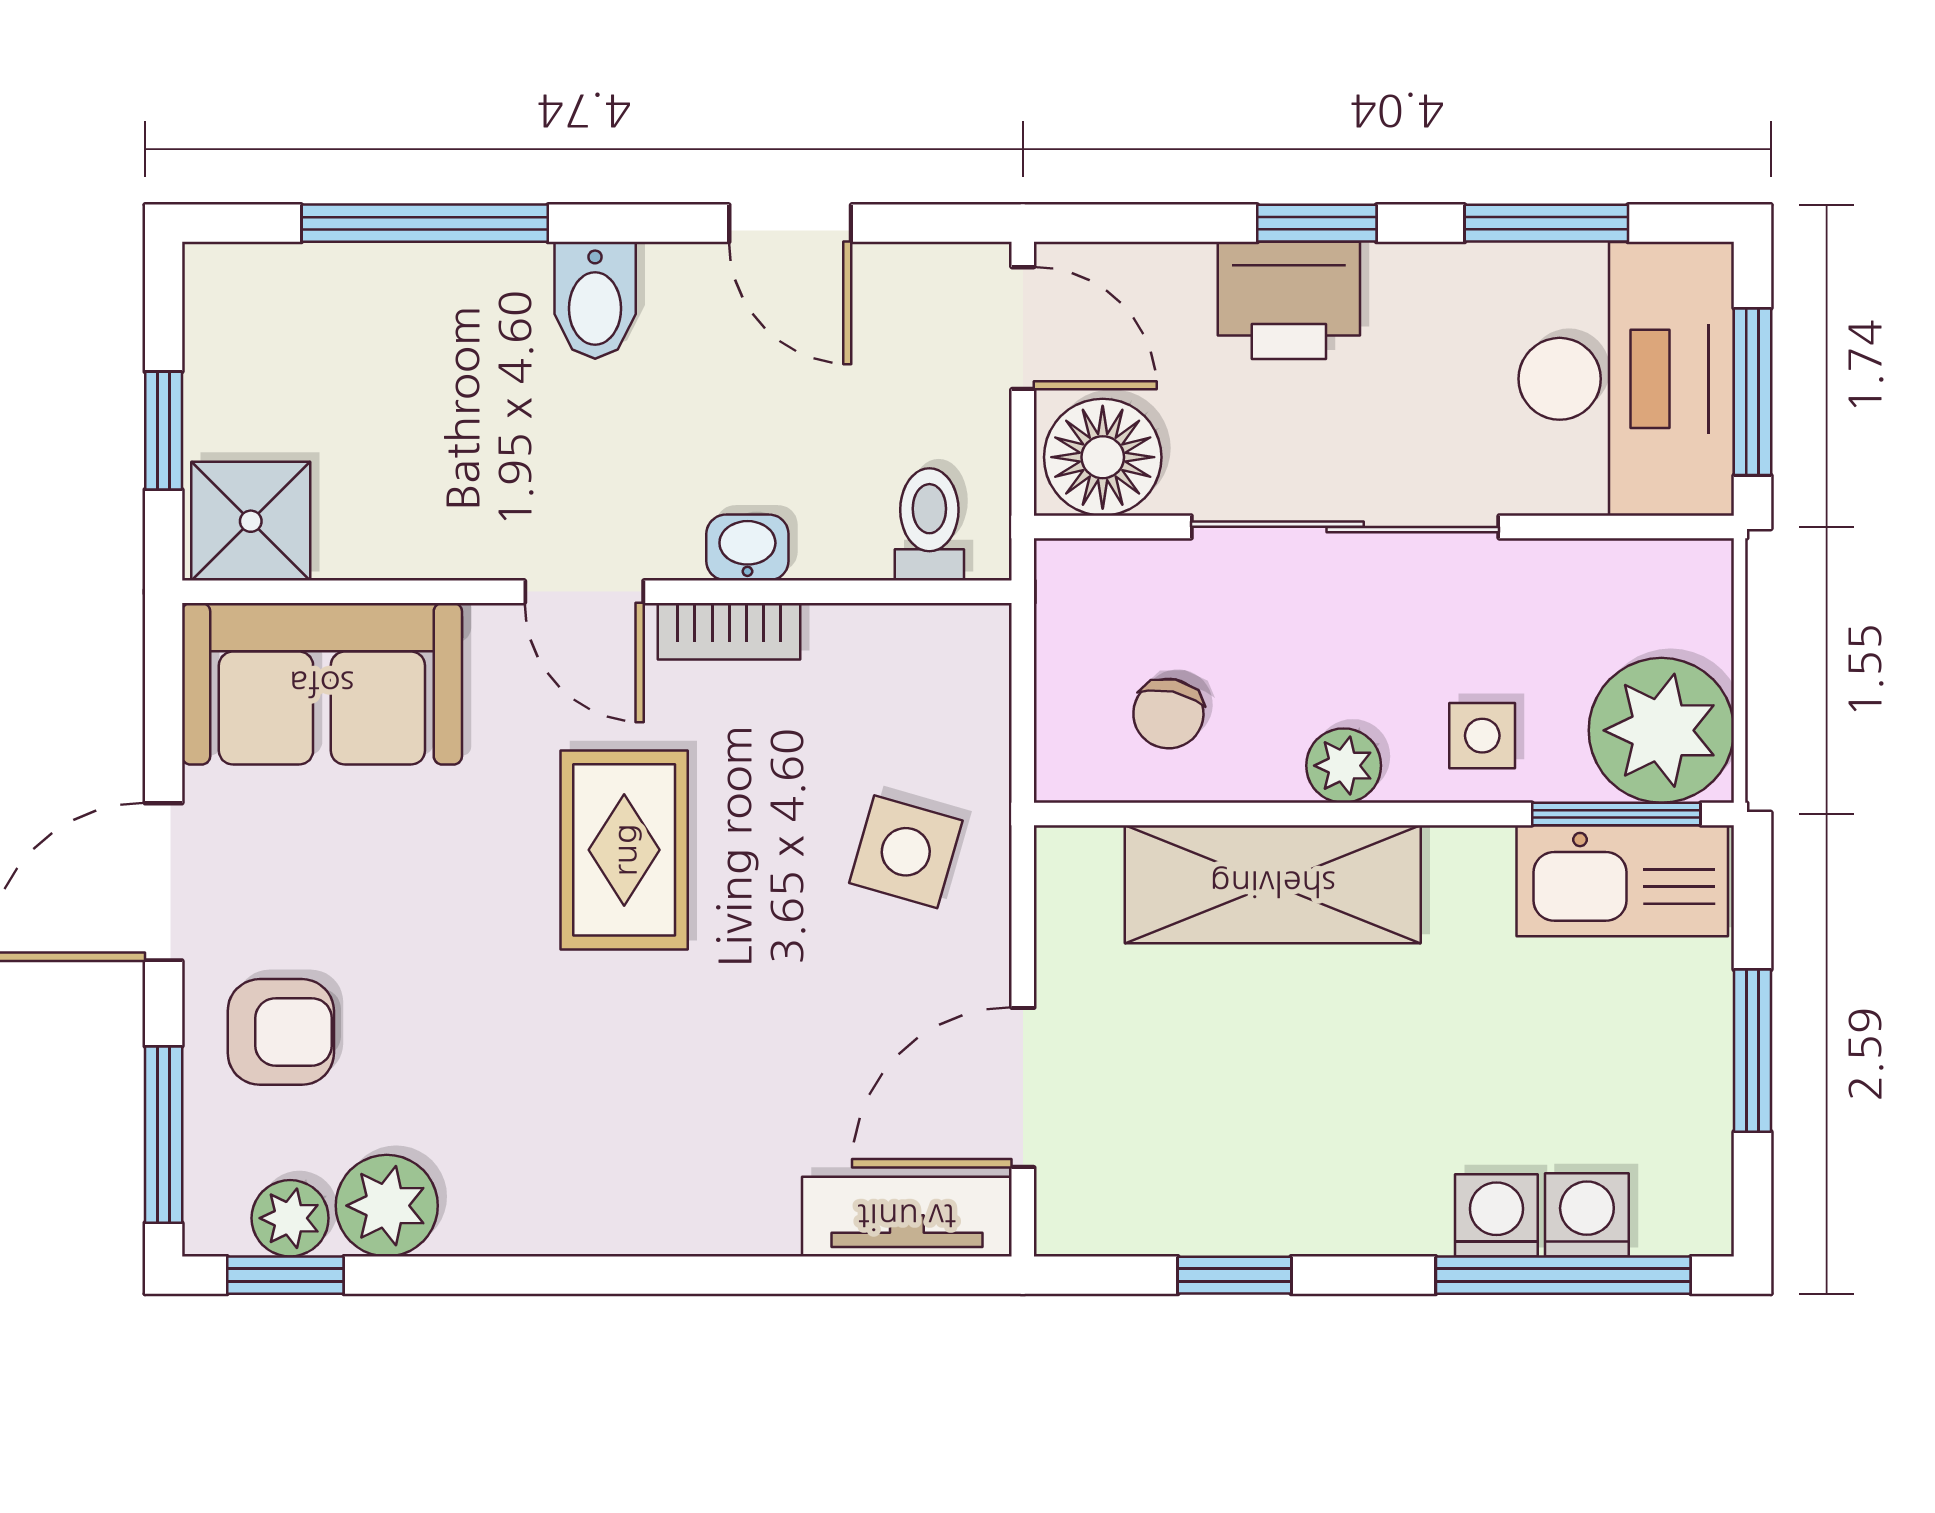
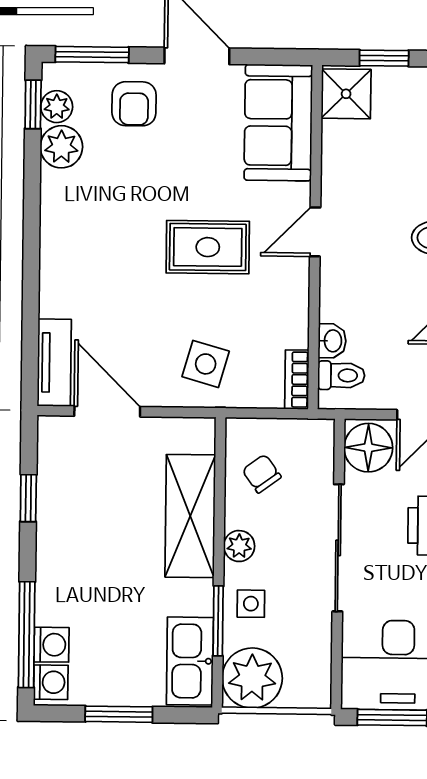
washbasin: (747, 547) -> (332, 341), moved
bookcase: (729, 631) -> (297, 380), moved
chair: (1168, 714) -> (262, 474), turned 42
window: (1616, 814) -> (218, 621), moved
washing machine: (1496, 1215) -> (51, 682), moved

